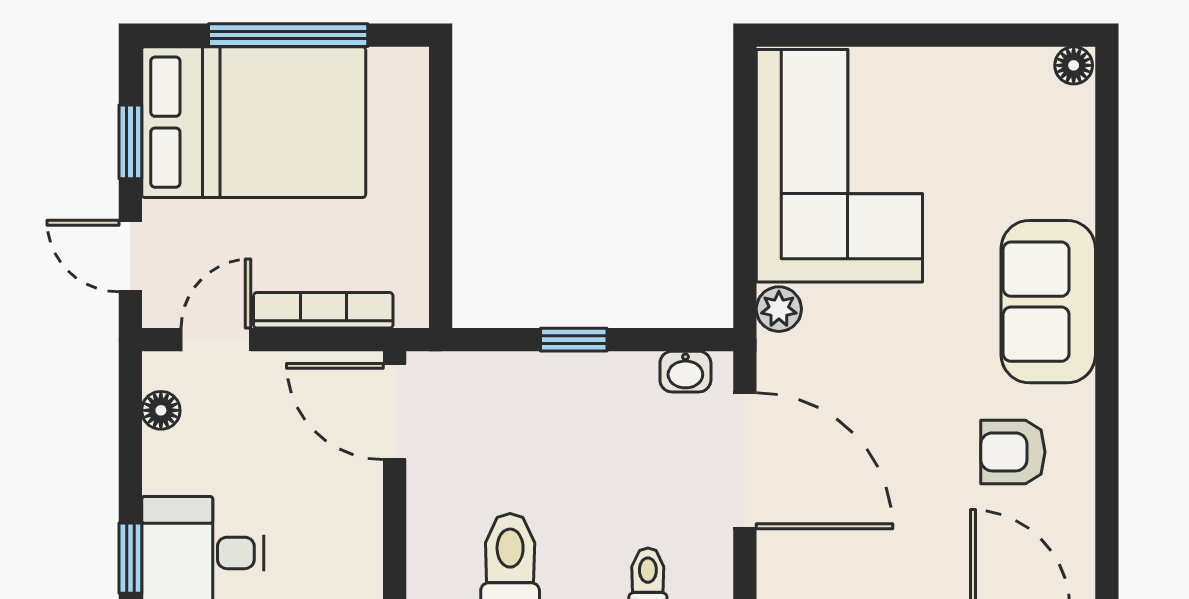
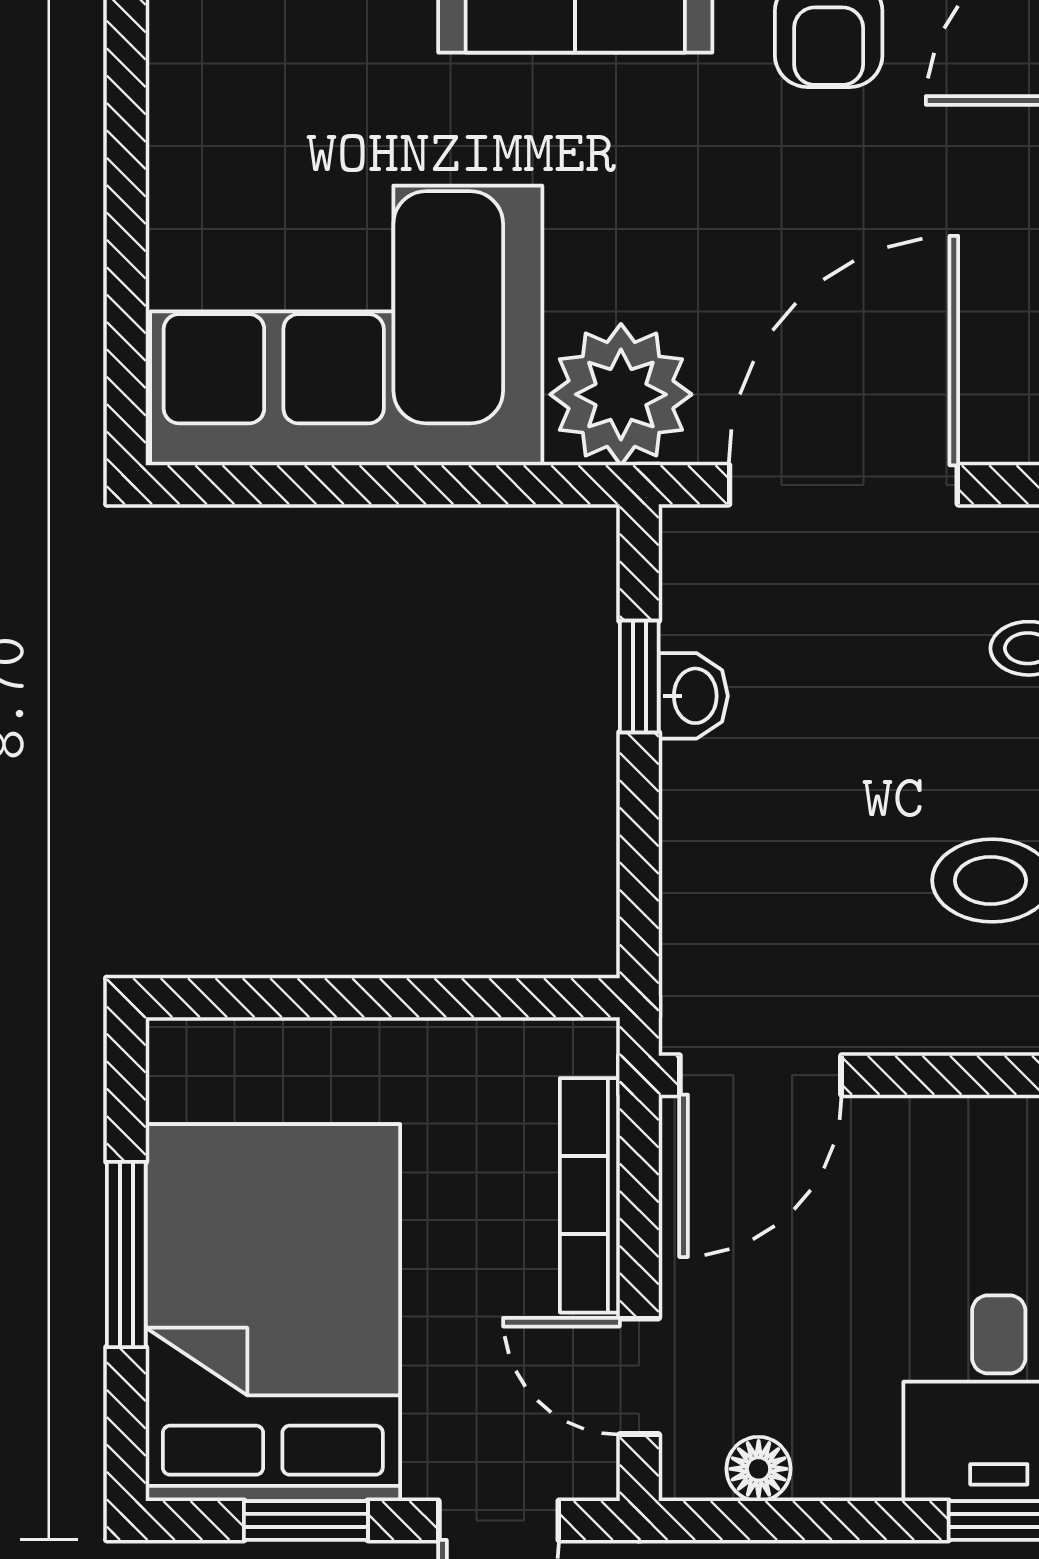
window: (288, 35) -> (126, 1254), width x0.69
plant: (779, 309) -> (621, 394), width x1.87, depth x1.87
window: (574, 340) -> (639, 677), moved
washbasin: (685, 372) -> (693, 696), moved

